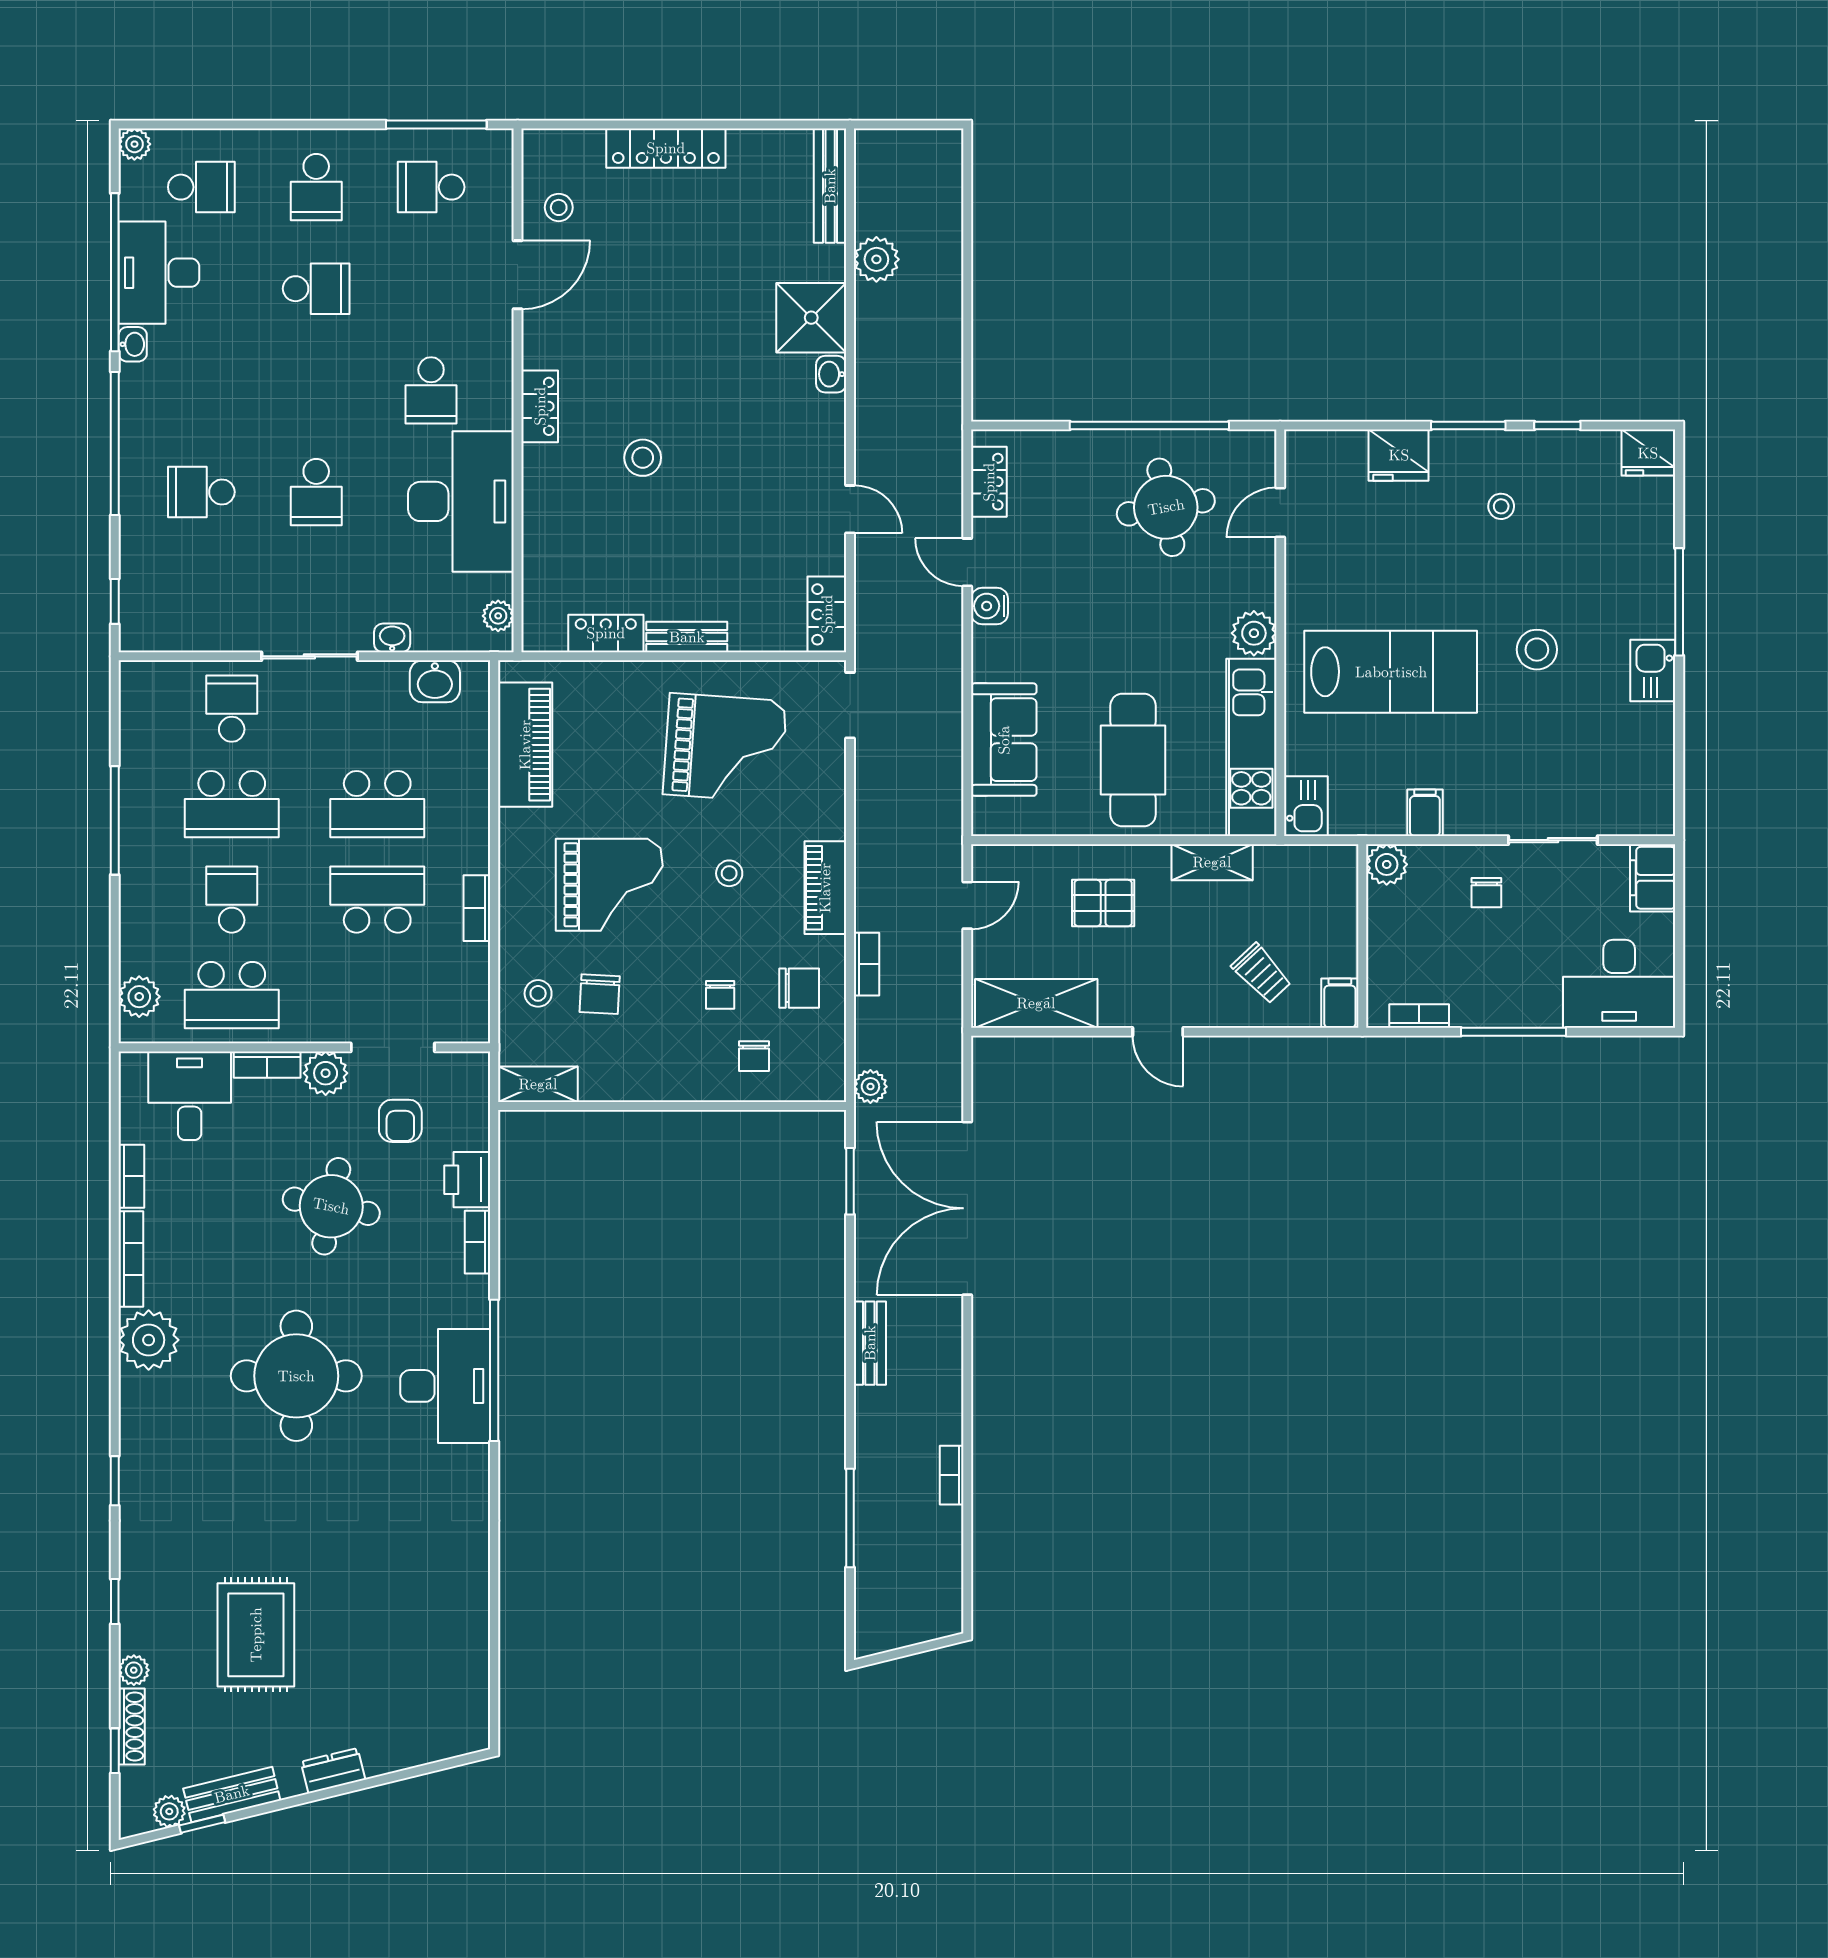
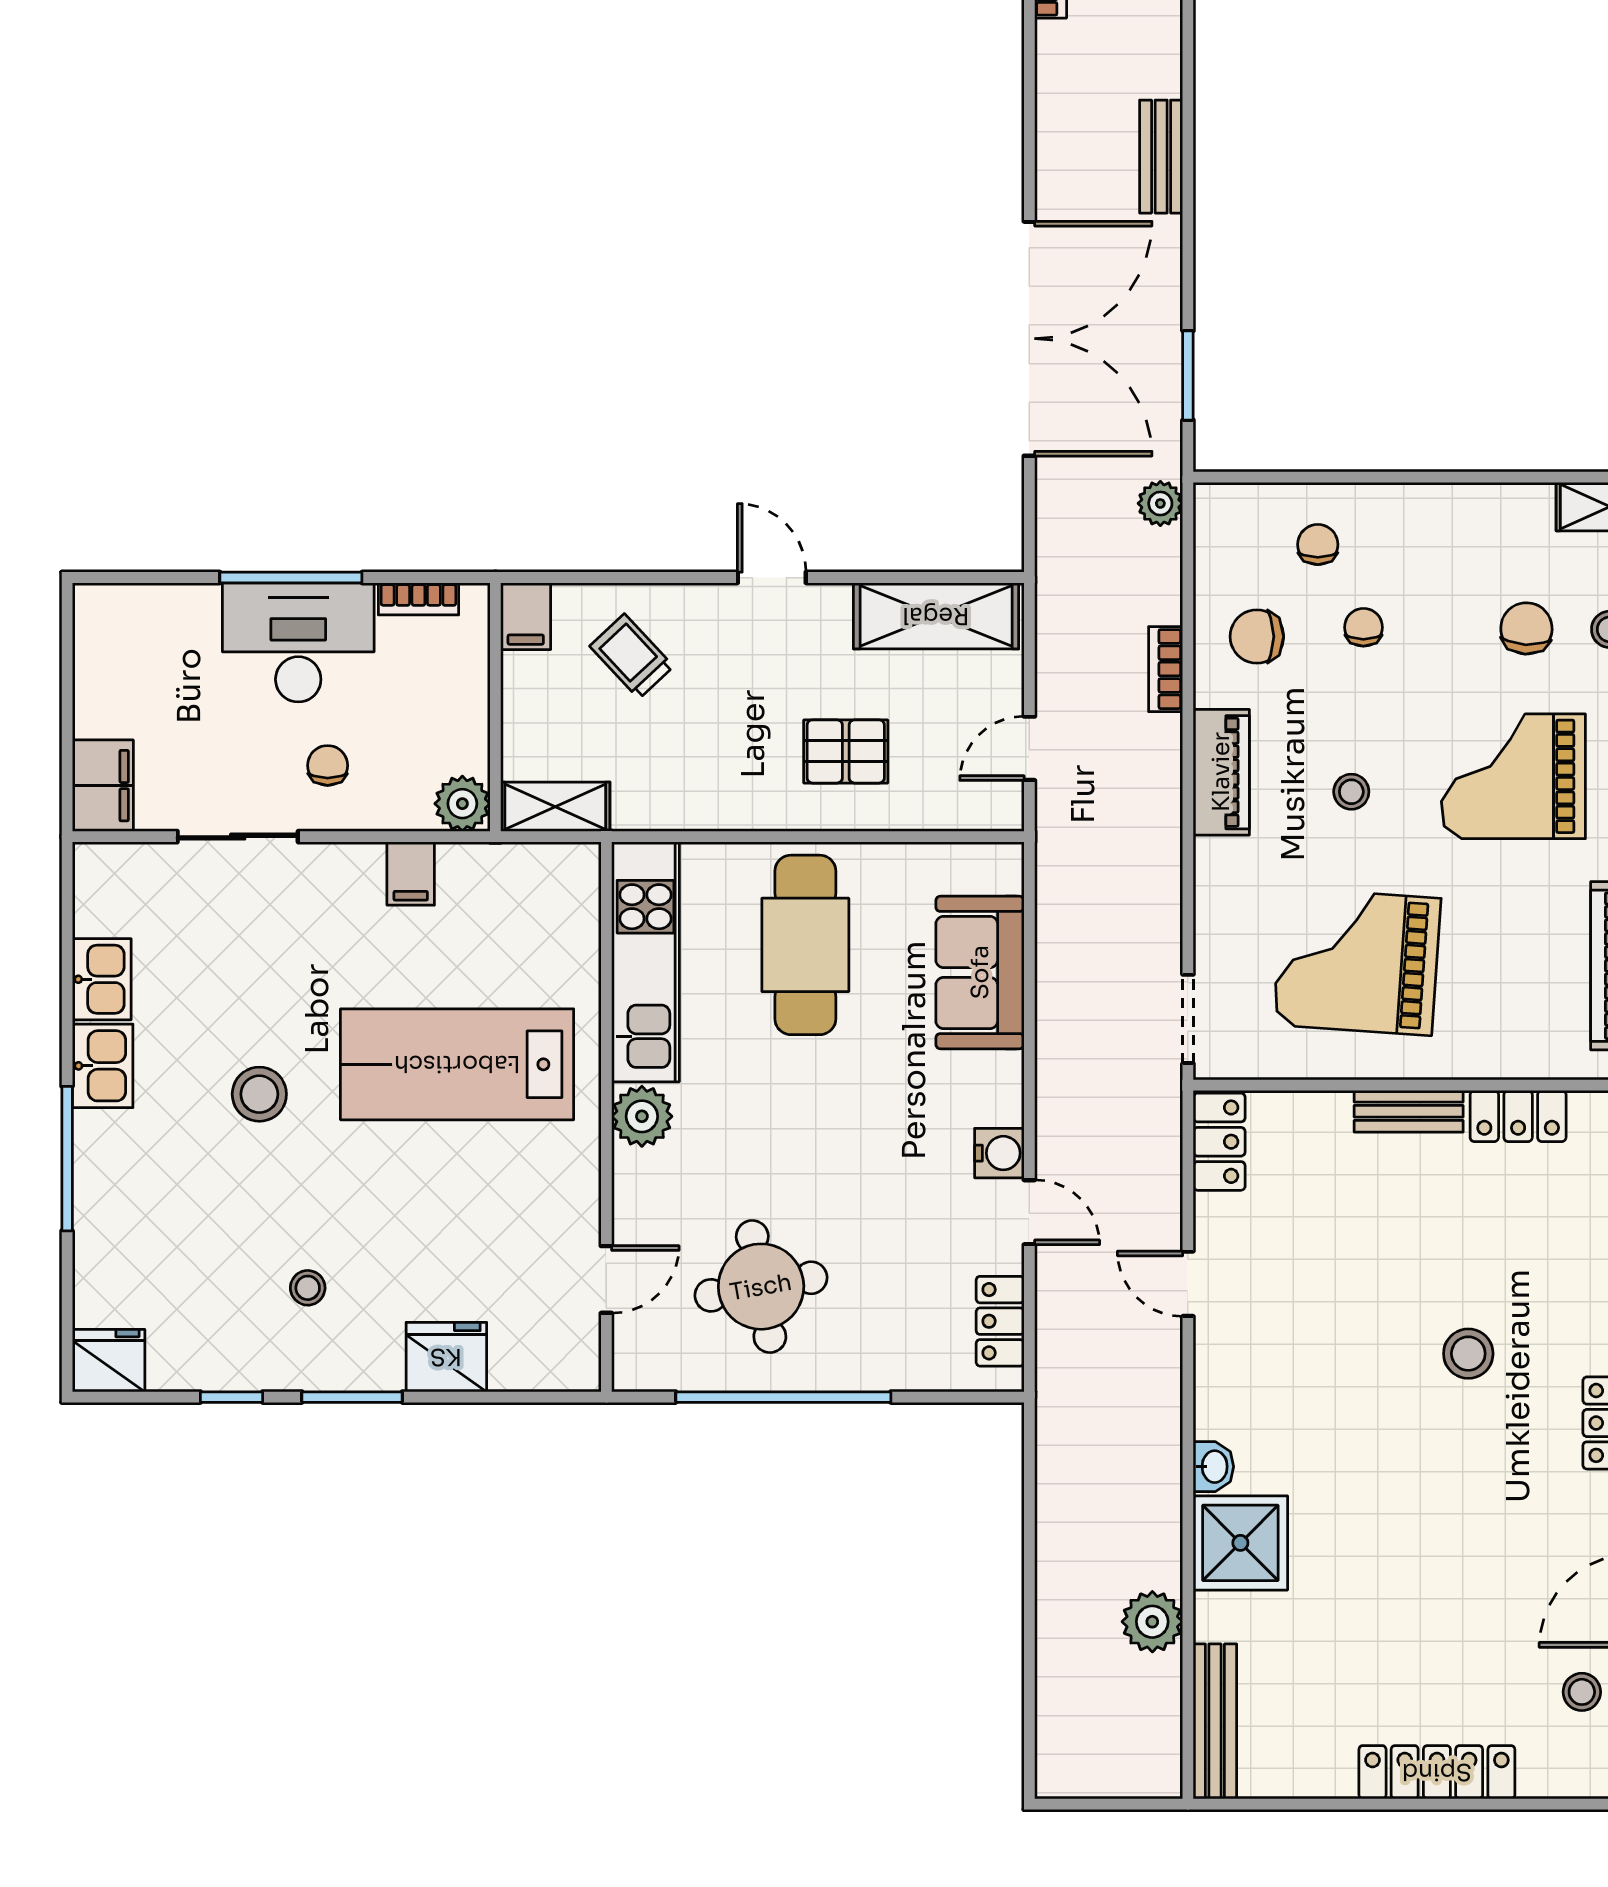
kitchen sink: (1306, 806) -> (102, 979), moved, turned 180
shelving: (1212, 862) -> (555, 807), moved
desk: (1619, 984) -> (298, 642), moved

